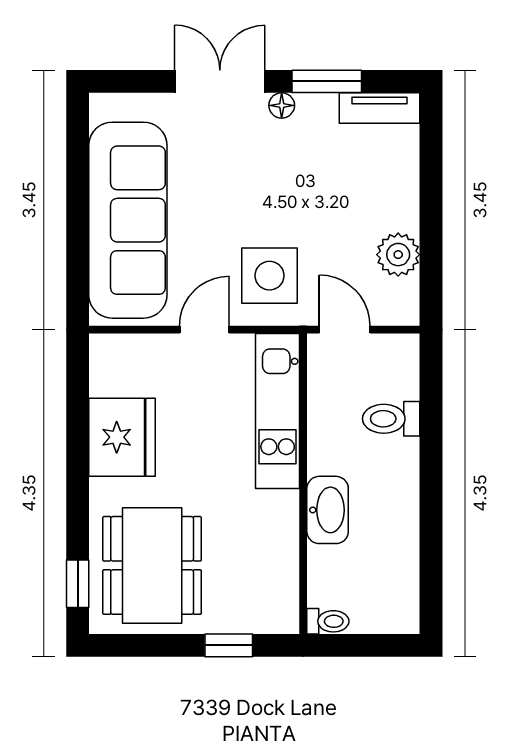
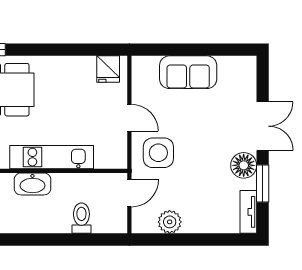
floor lamp: (282, 105) -> (244, 165), width x1.89, depth x1.89
sofa: (128, 220) -> (188, 72), width x0.54, depth x0.79
kitchen unit: (278, 411) -> (52, 157), moved
fridge: (122, 437) -> (108, 69), moved, width x0.53, depth x0.75

